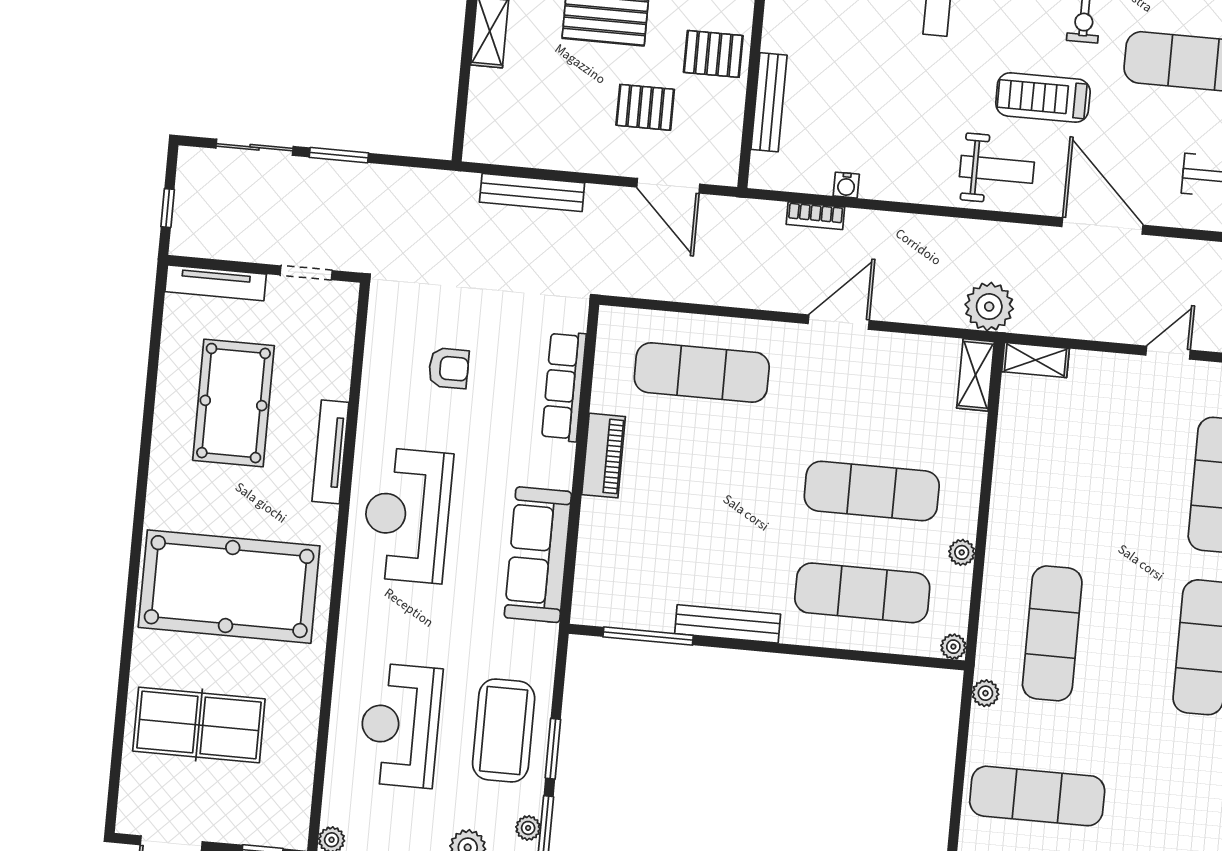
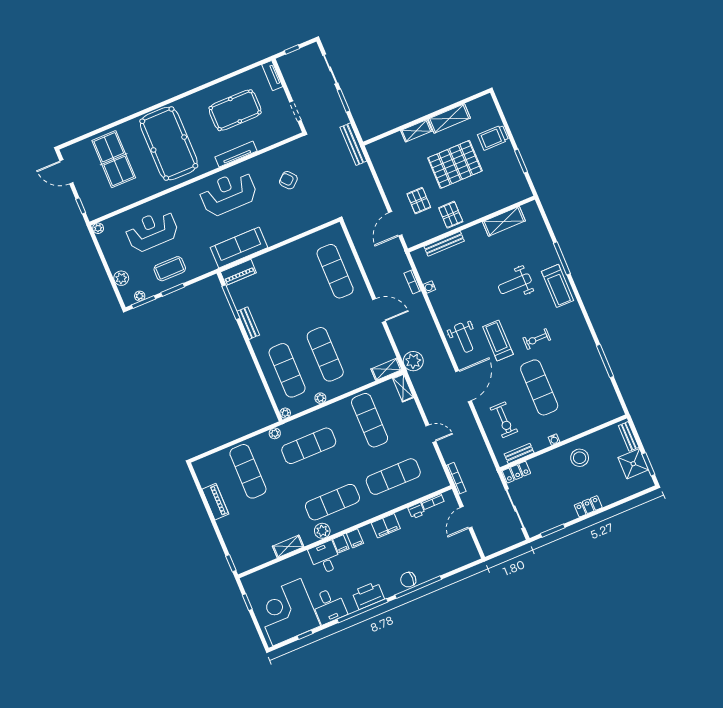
bench: (532, 193) -> (353, 144), moved
tv unit: (216, 283) -> (272, 76), width x0.71
armchair: (449, 368) -> (288, 180), turned 139
row of seats: (564, 386) -> (304, 225), removed
piano: (604, 456) -> (238, 272), moved
exercise mat: (1067, 471) -> (370, 420), added
bench: (728, 624) -> (248, 323), width x0.73
coffee table: (504, 731) -> (170, 269), width x0.73, depth x0.76

